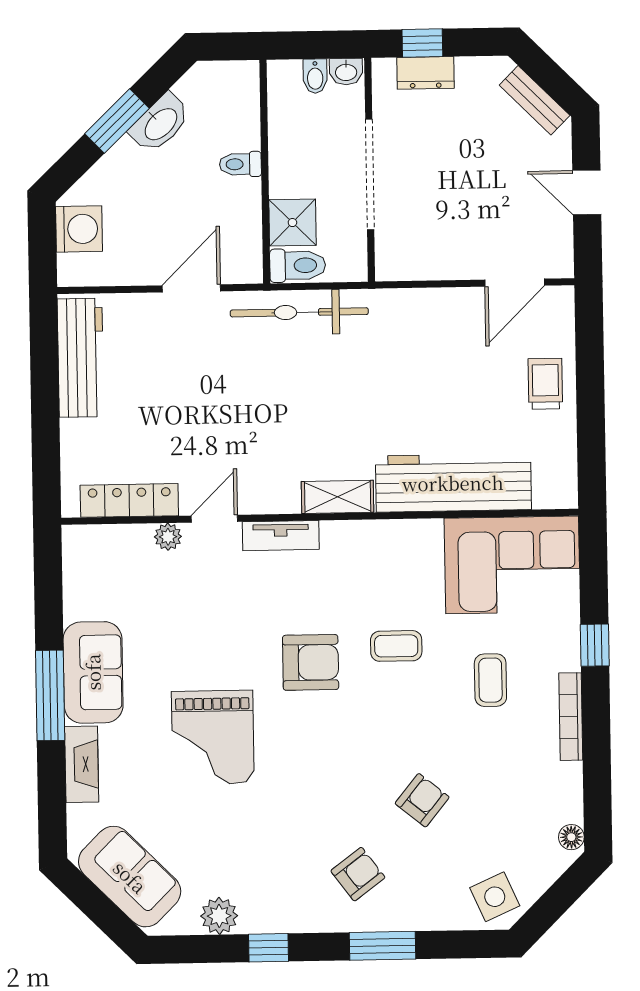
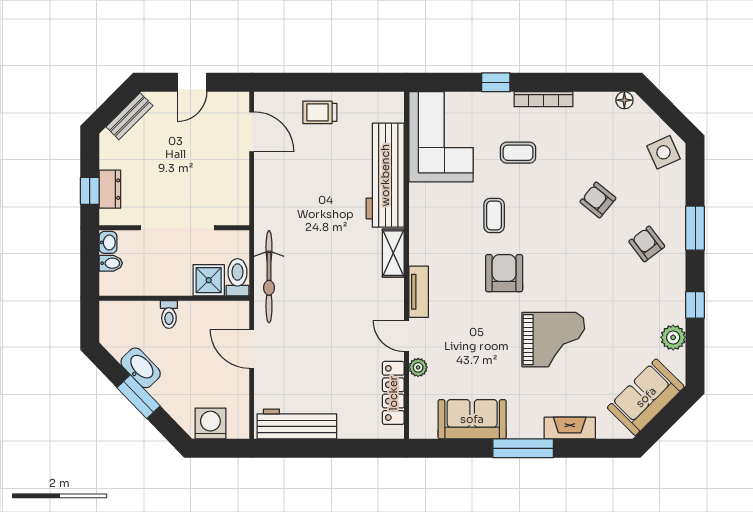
sofa: (93, 672) -> (472, 419), moved

